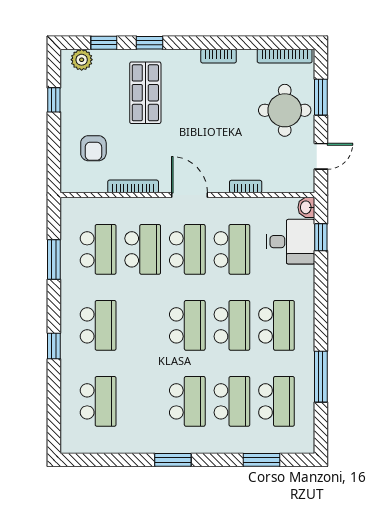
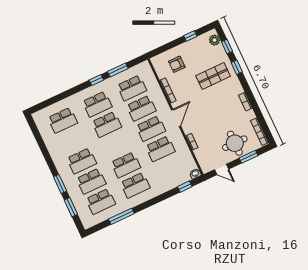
desk: (290, 242) -> (176, 174), removed
school desk: (187, 325) -> (107, 124), moved
window: (54, 346) -> (96, 80), moved
window: (173, 460) -> (60, 184), moved

